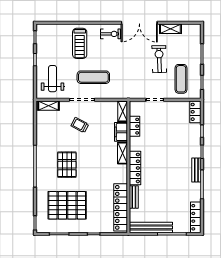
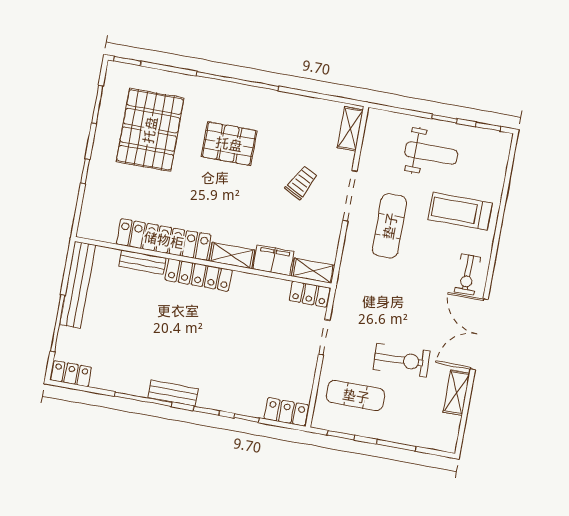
weight bench: (53, 79) -> (431, 153), moved
locker: (135, 126) -> (310, 294), moved
locker: (121, 207) -> (164, 240), moved
locker: (196, 217) -> (71, 374), width x0.66

